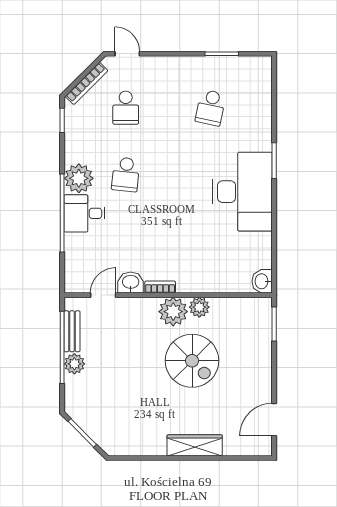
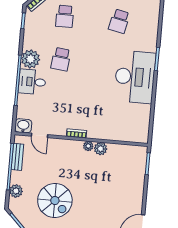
washbasin: (262, 281) -> (142, 136), removed
washbasin: (131, 282) -> (23, 126), moved
door: (103, 295) -> (39, 135), swing flipped
plant: (173, 312) -> (88, 146), width x0.53, depth x0.53
spiral stairs: (192, 361) -> (55, 201), moved
plant: (74, 364) -> (16, 191), moved

